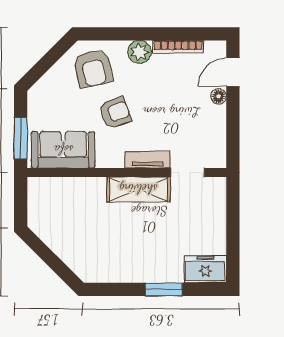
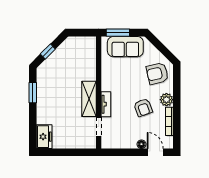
armchair: (115, 113) -> (143, 108), moved
sofa: (63, 150) -> (125, 47), moved, turned 90
window: (54, 263) -> (48, 52), added
window: (164, 289) -> (33, 93), moved

